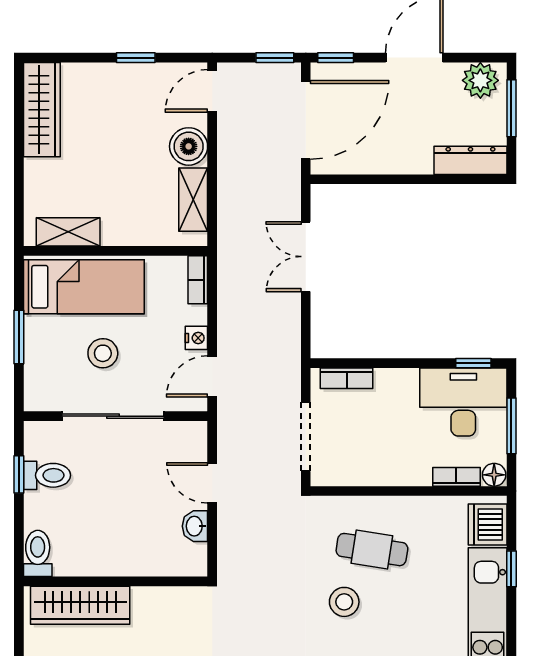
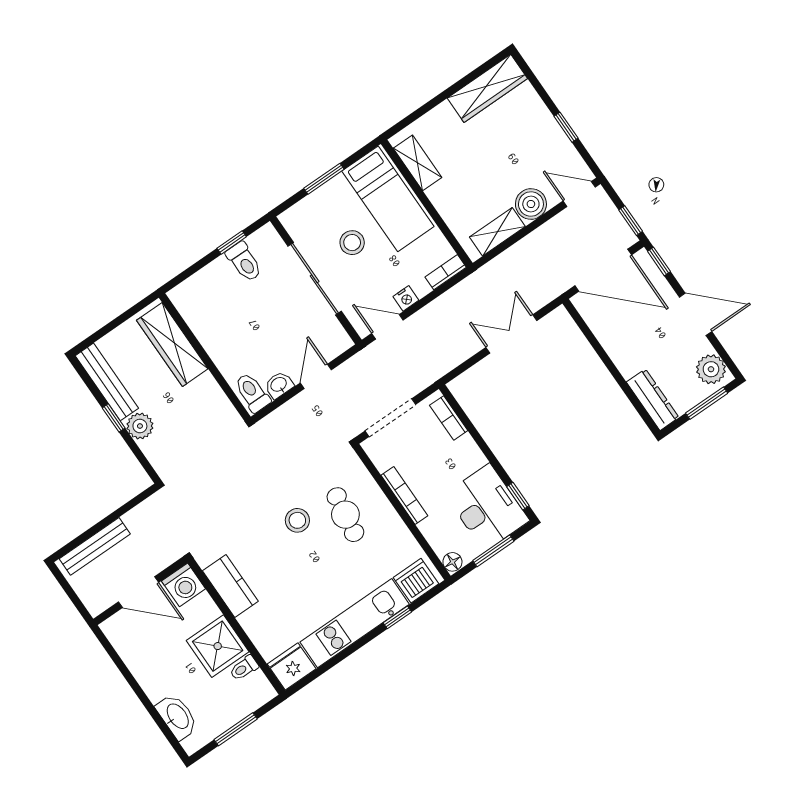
bookcase: (456, 477) -> (404, 495), moved, width x1.56
toilet: (38, 553) -> (252, 393), moved, turned -90

